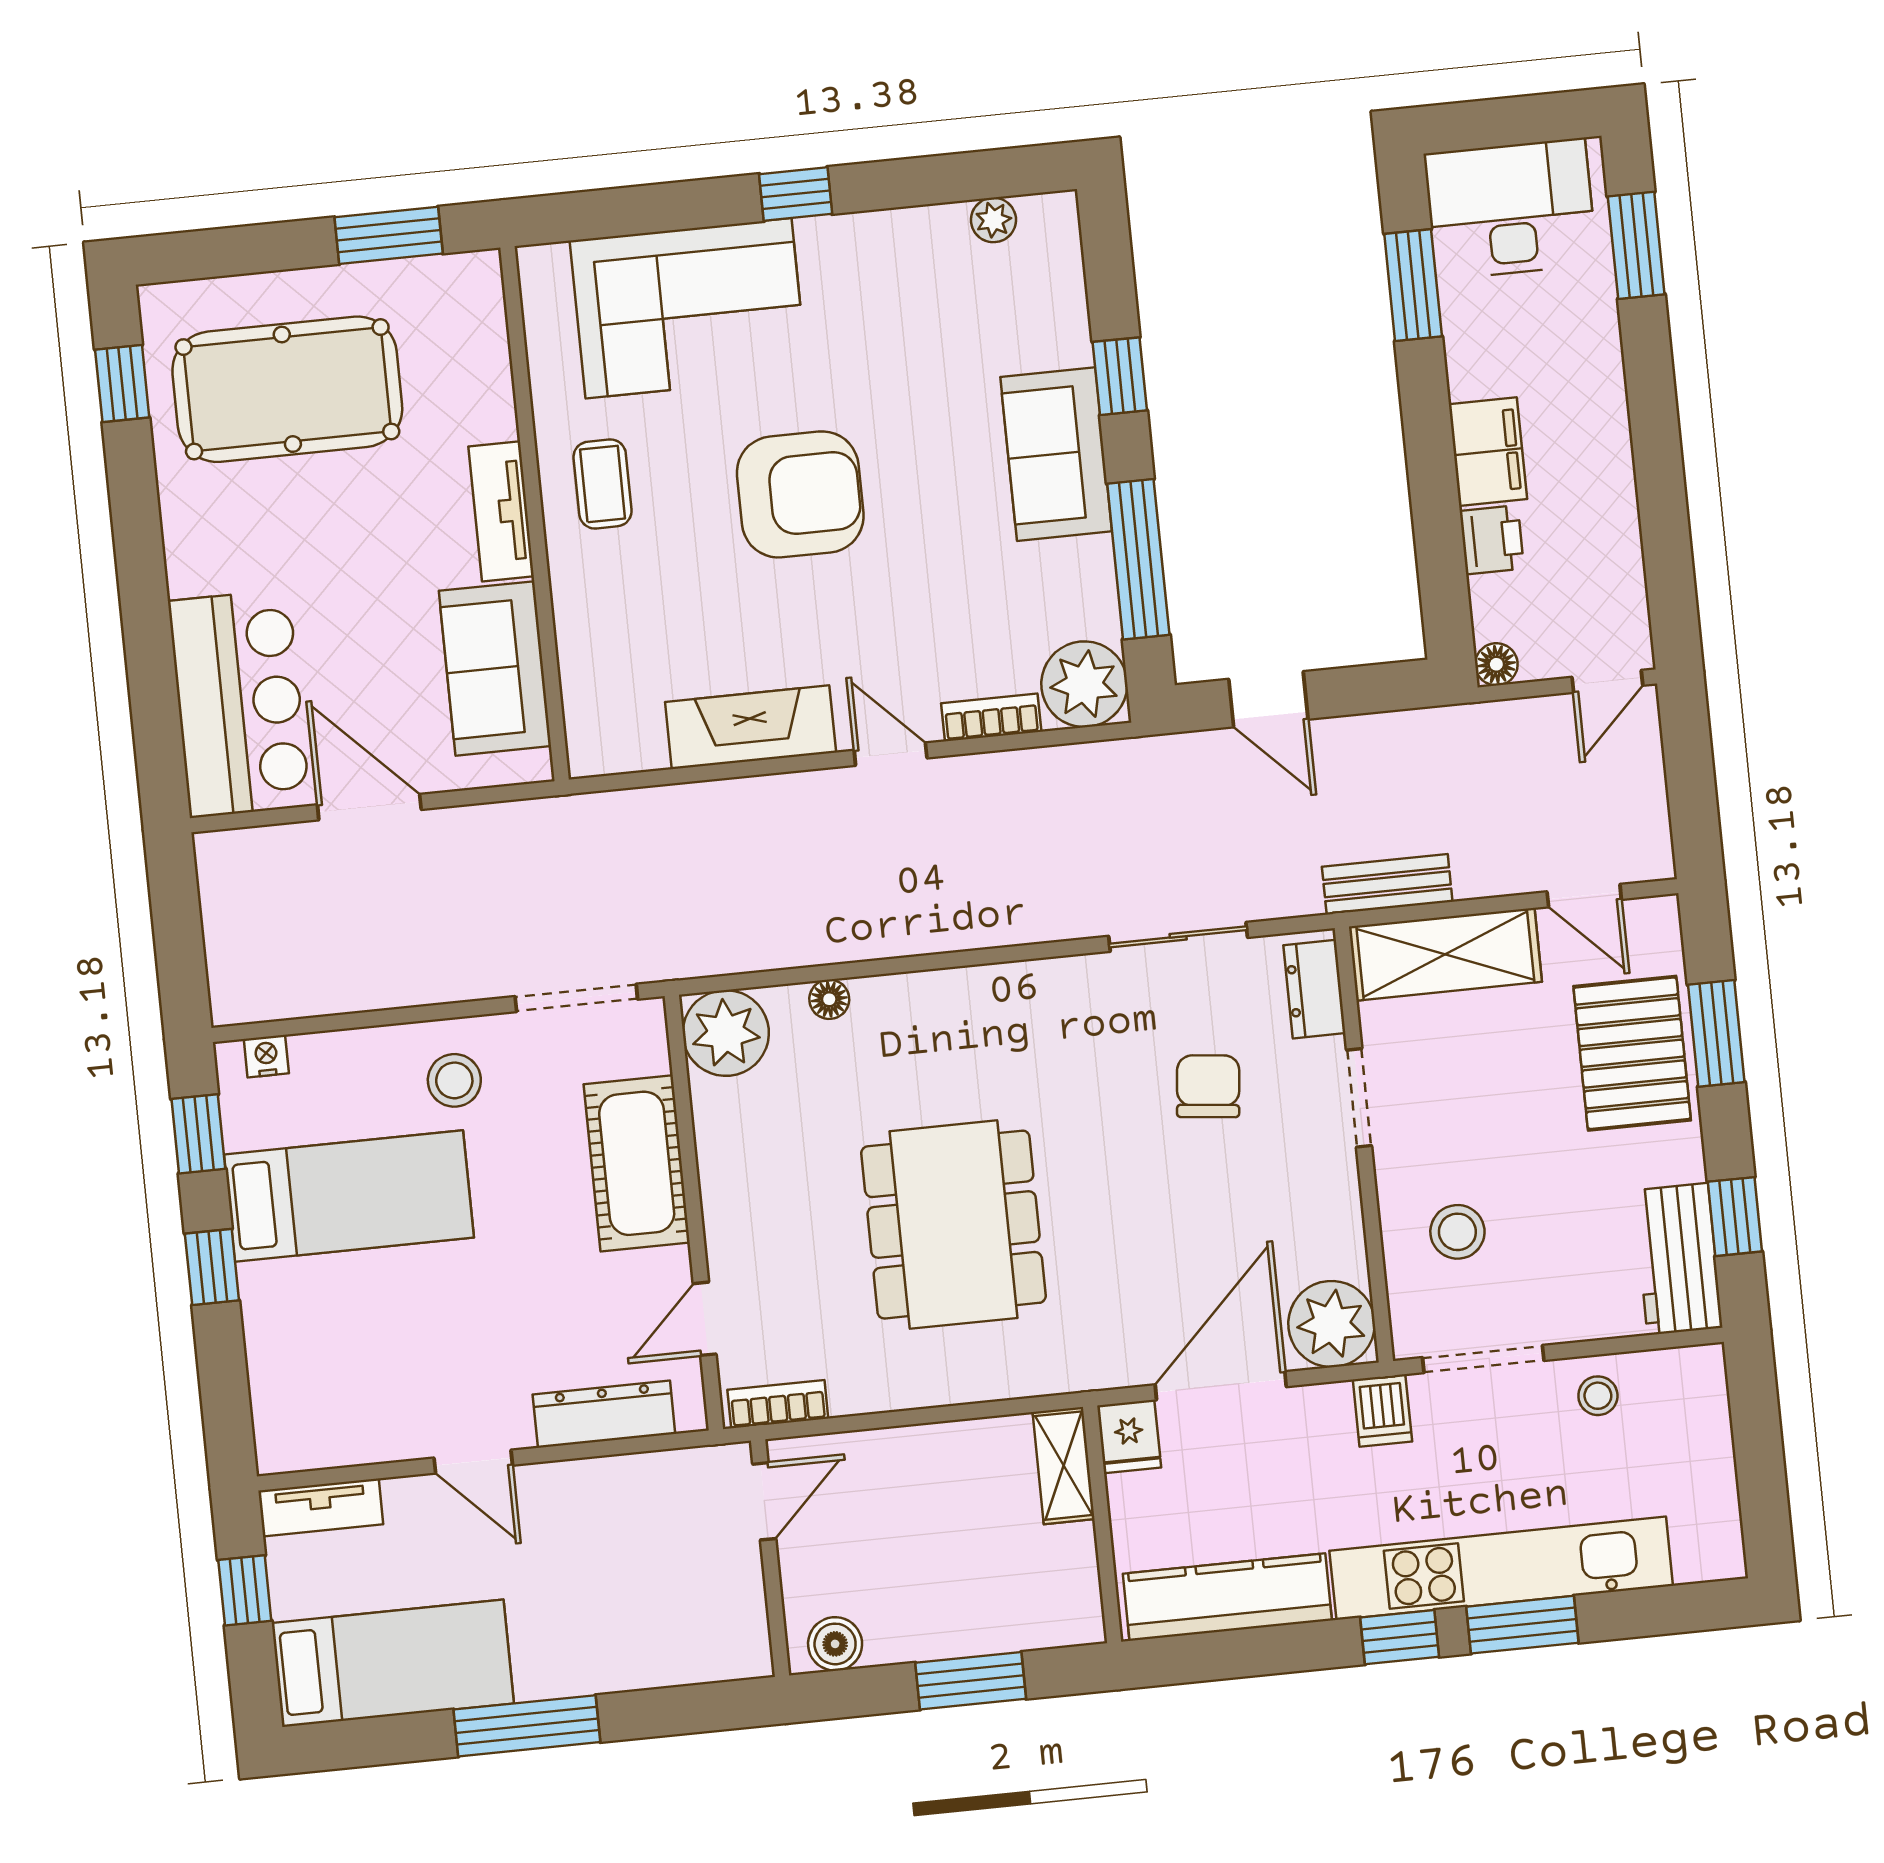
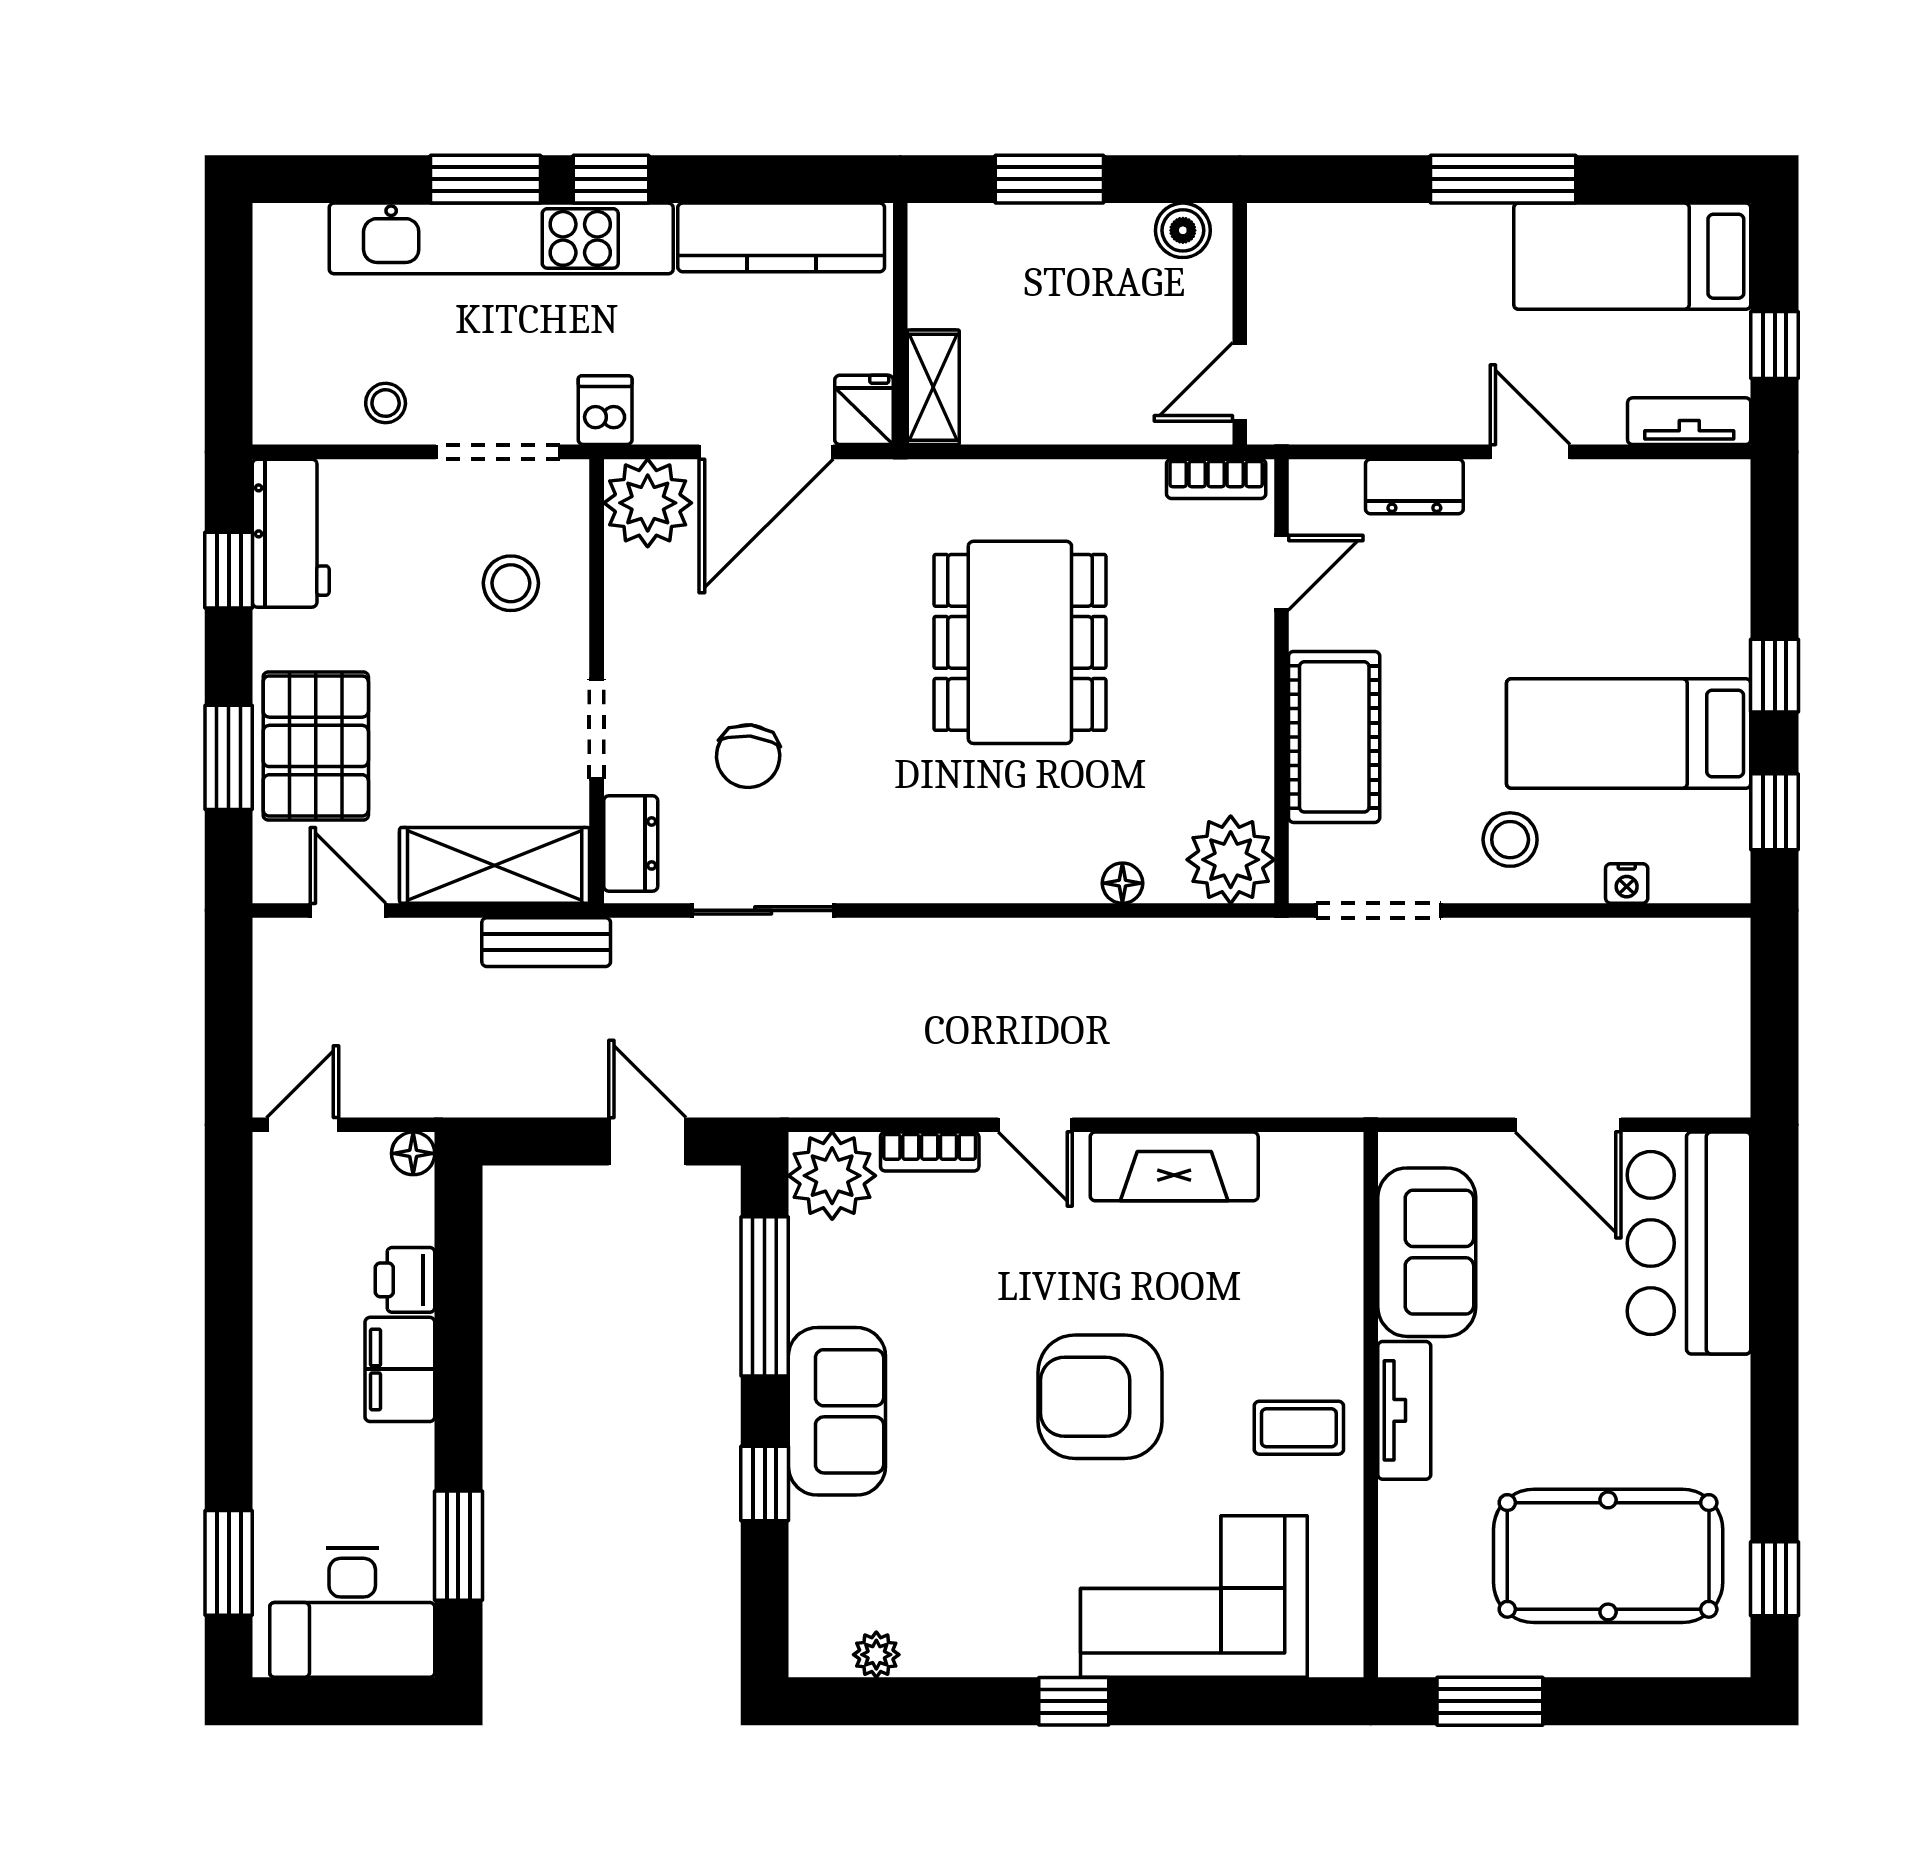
coffee table: (603, 484) -> (1299, 1428), turned 90
nightstand: (266, 1056) -> (1627, 883), moved
dresser: (604, 1414) -> (1414, 486), width x0.70

